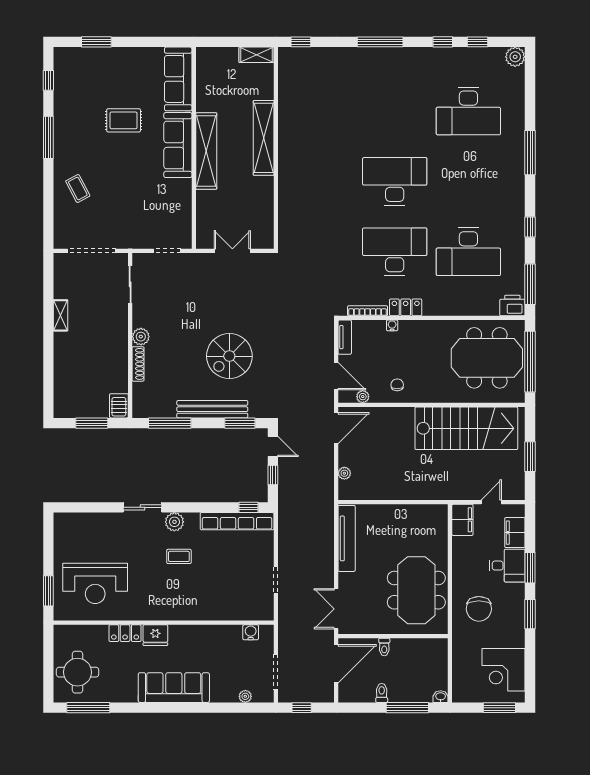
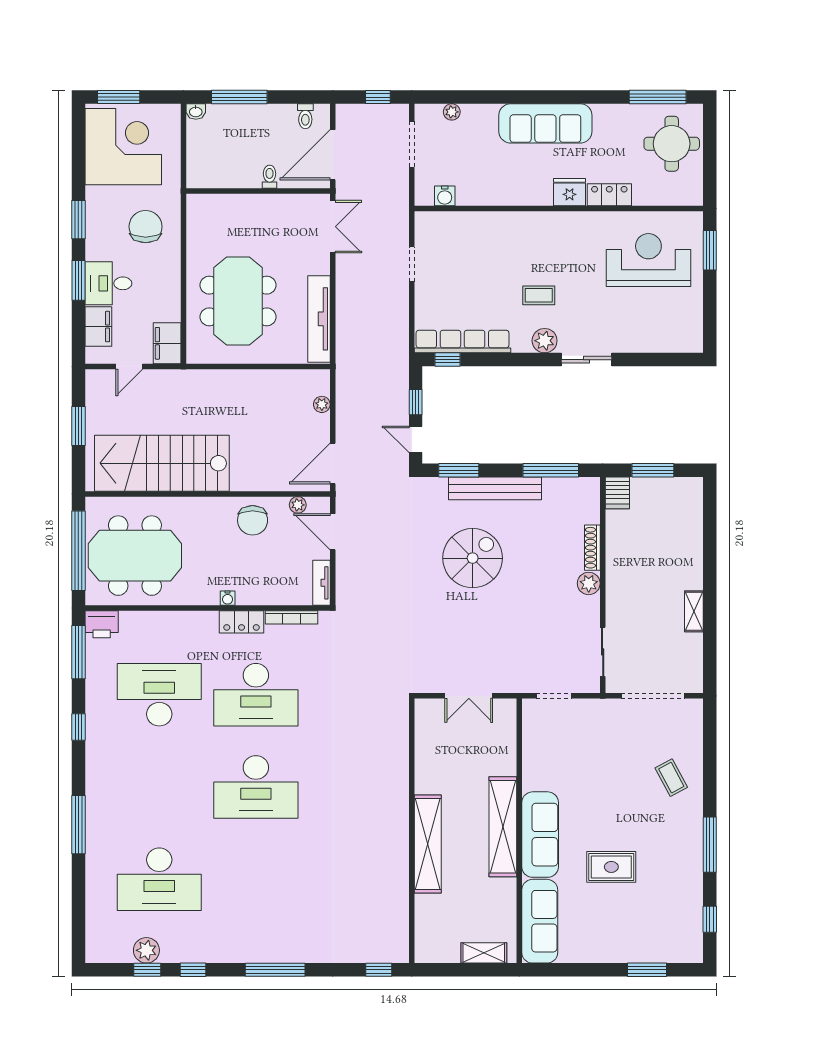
shelving: (256, 55) -> (484, 953), moved
plant: (515, 57) -> (146, 950), moved
desk: (468, 111) -> (159, 879), turned 180
water cooler: (392, 325) -> (228, 598), moved
chair: (397, 385) -> (253, 520), width x1.87, depth x1.87
meeting table: (416, 590) -> (238, 301), moved
corner desk: (504, 670) -> (123, 147), width x1.36, depth x1.36
toilet: (382, 693) -> (305, 116), moved

